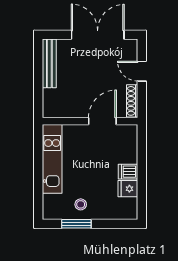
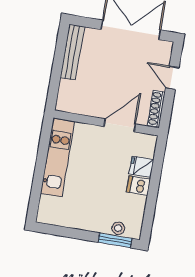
fridge: (128, 189) -> (141, 167), moved
stool: (81, 204) -> (118, 228), moved
window: (76, 224) -> (115, 240), moved

